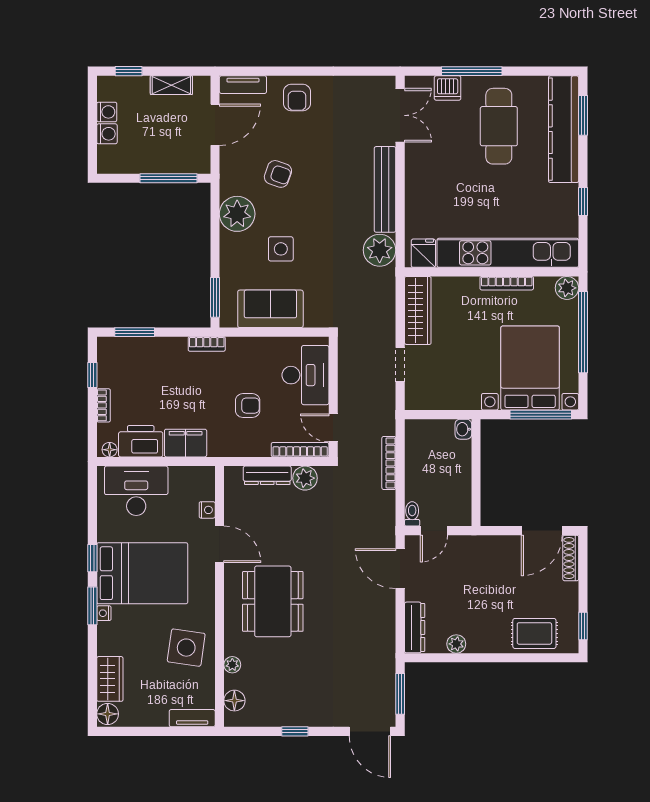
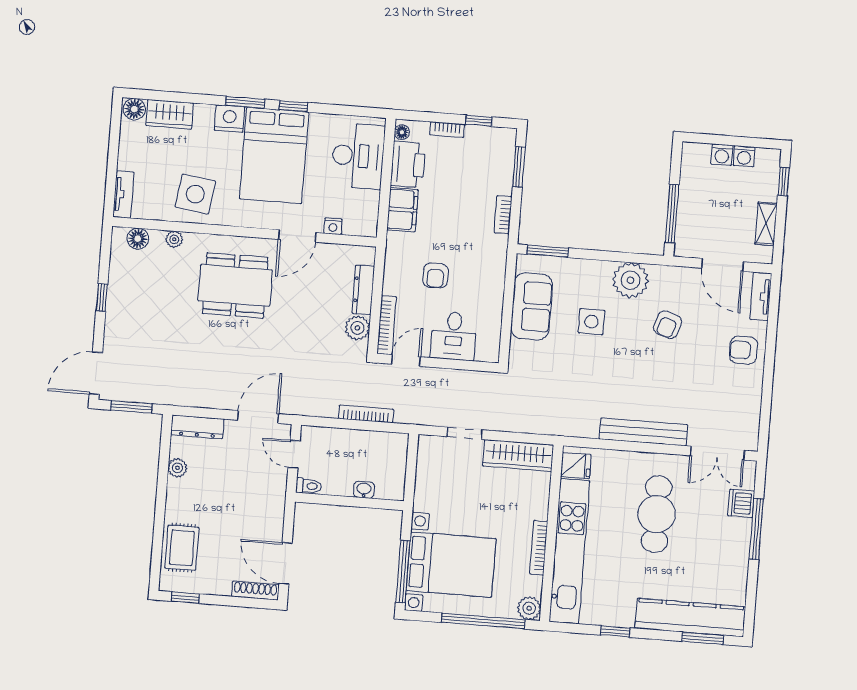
cafe table: (499, 126) -> (657, 514), moved, turned 90
plant: (380, 250) -> (582, 422), removed
bookcase: (207, 344) -> (503, 215), moved
desk: (305, 375) -> (454, 336), width x0.73
washbasin: (463, 429) -> (364, 490), moved
toilet: (412, 514) -> (309, 486), moved
nightstand: (104, 613) -> (229, 119), width x1.89, depth x1.79

